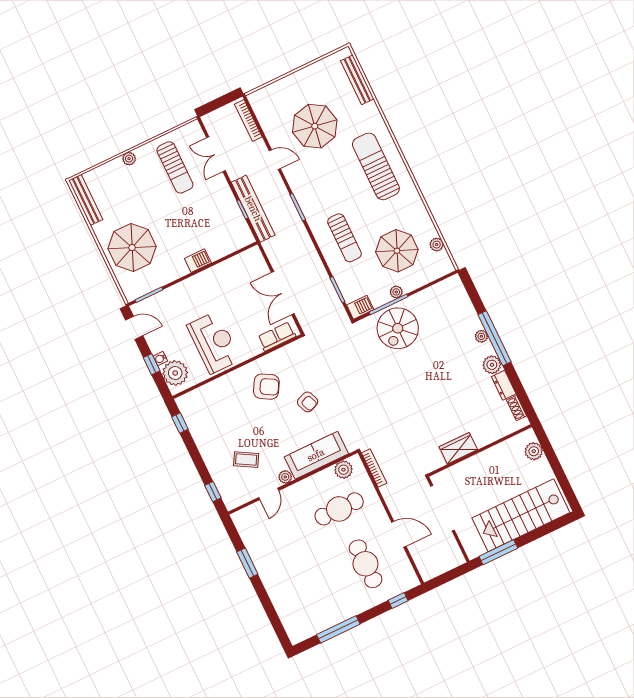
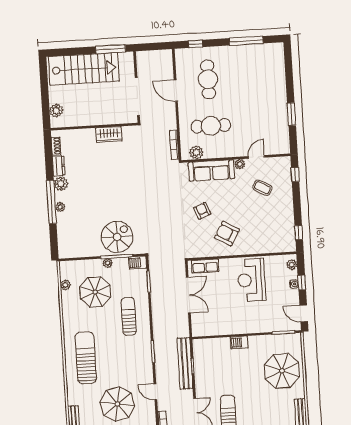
sun lounger: (376, 166) -> (86, 358), turned 180
plant: (175, 373) -> (292, 265), width x0.53, depth x0.53

